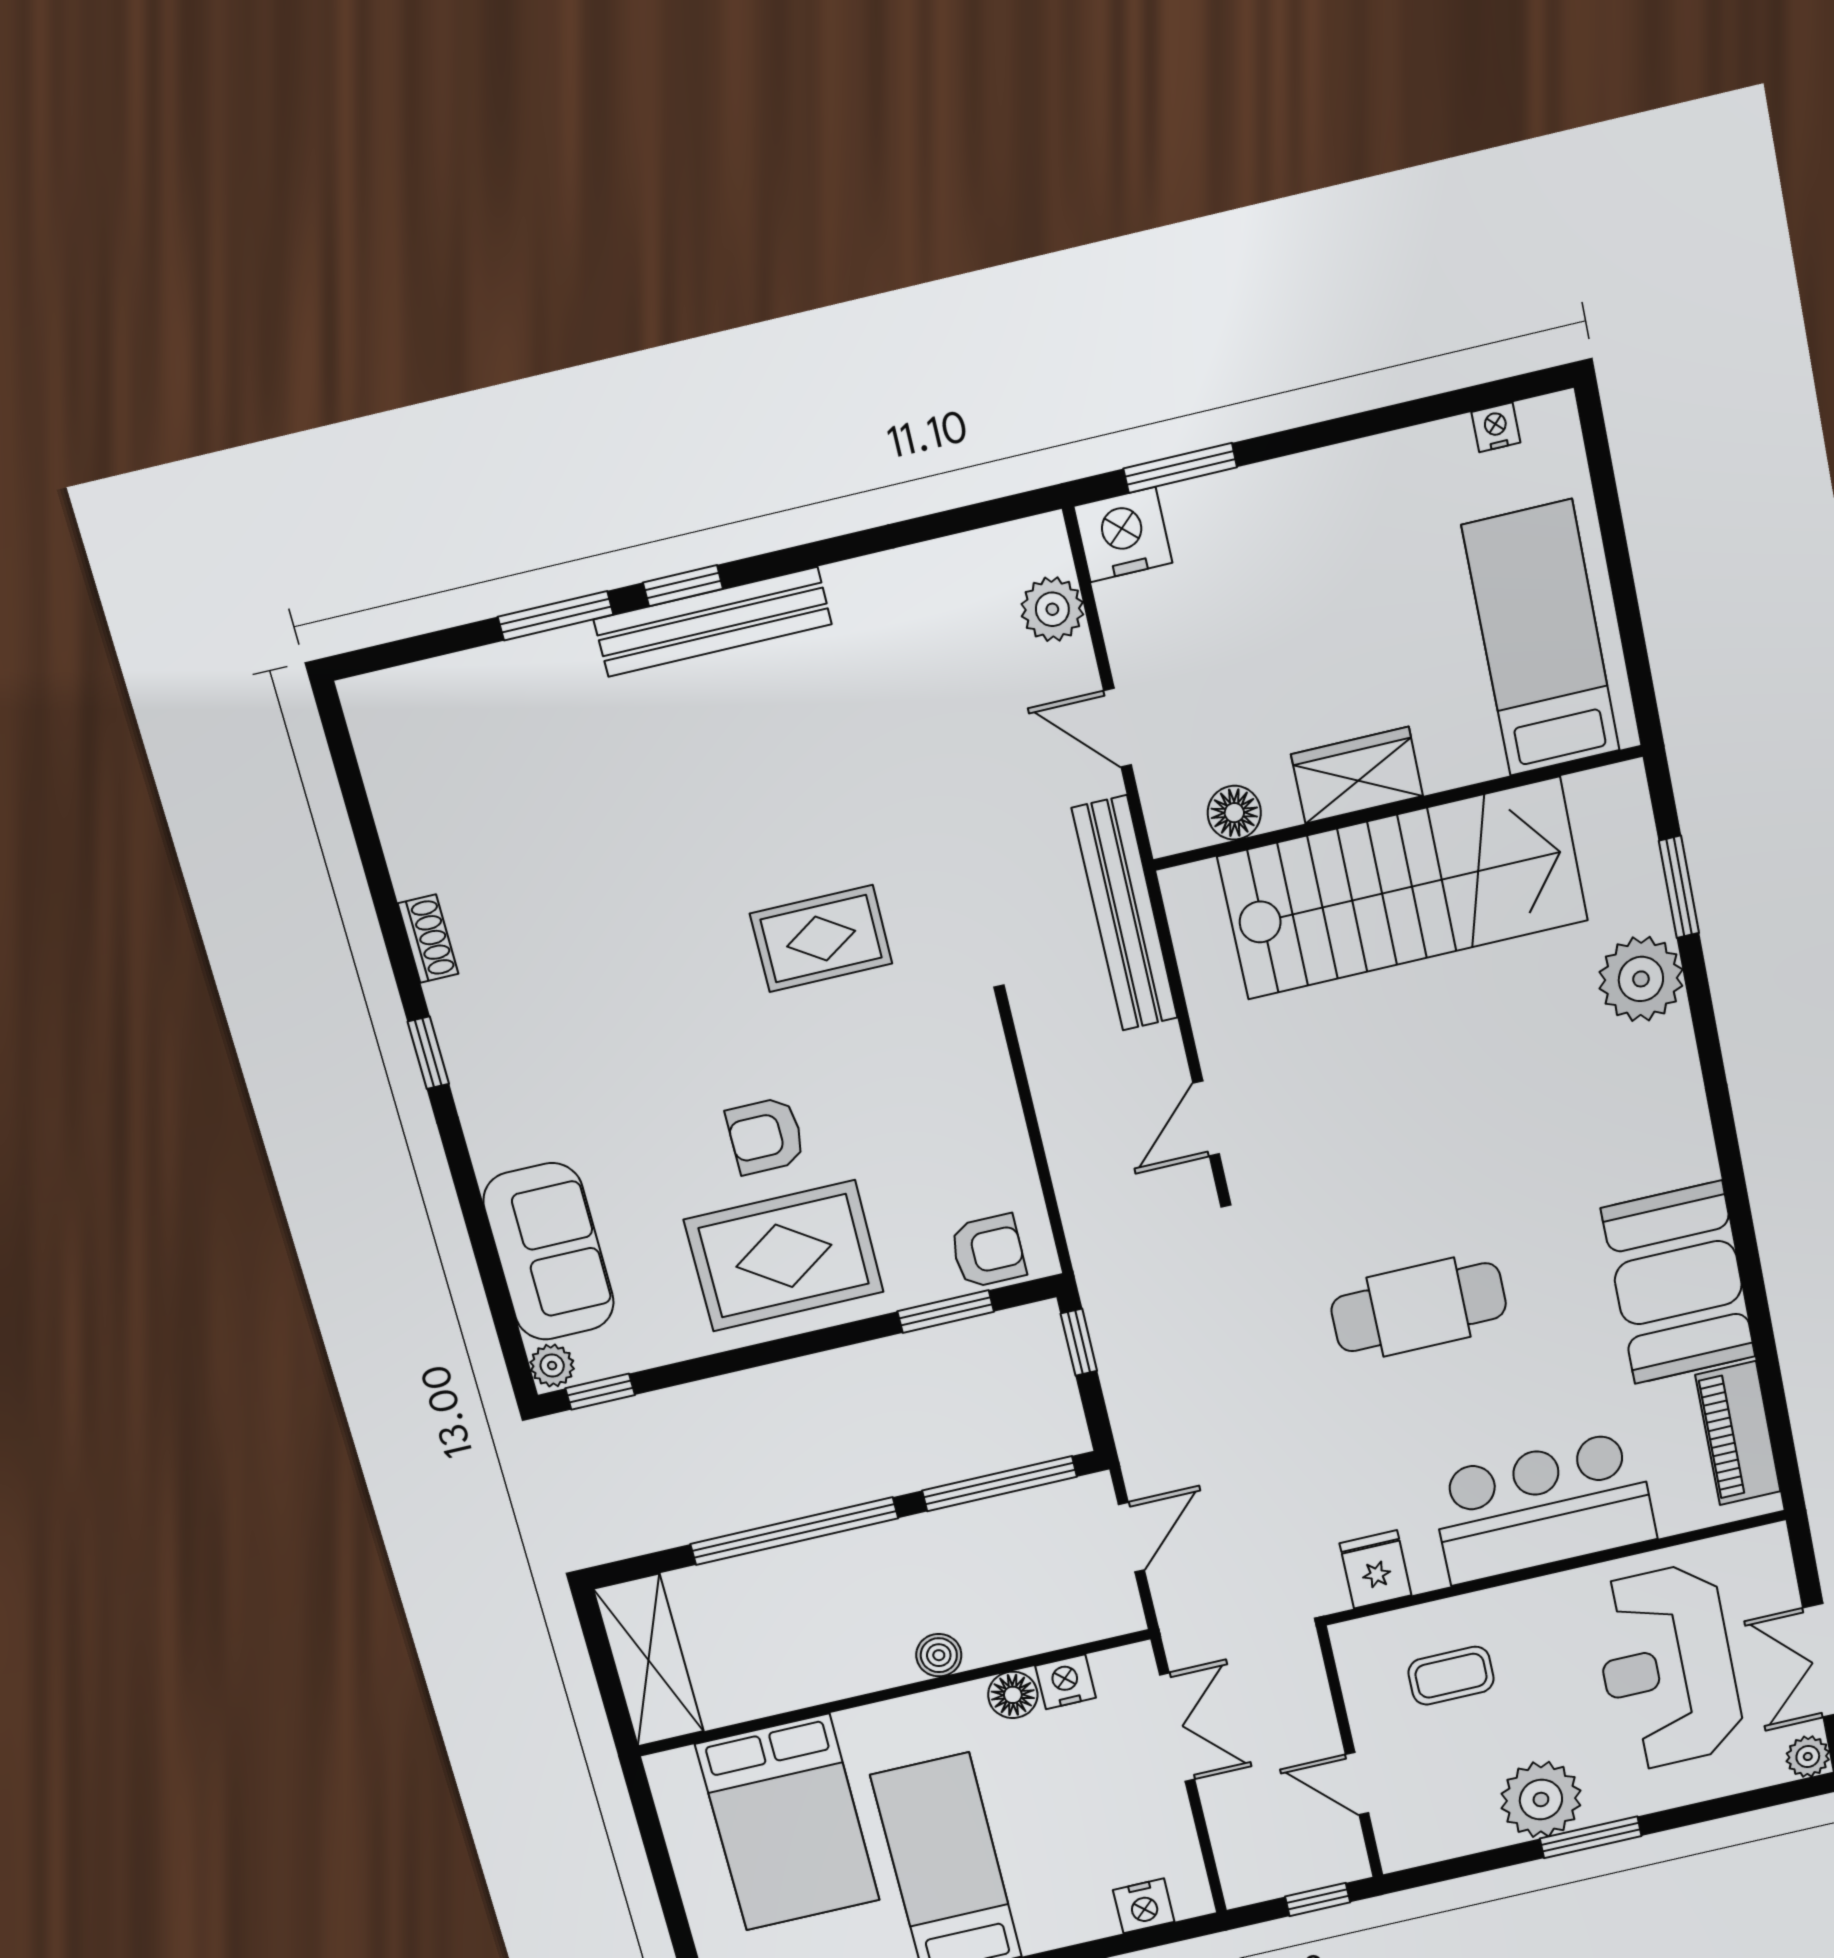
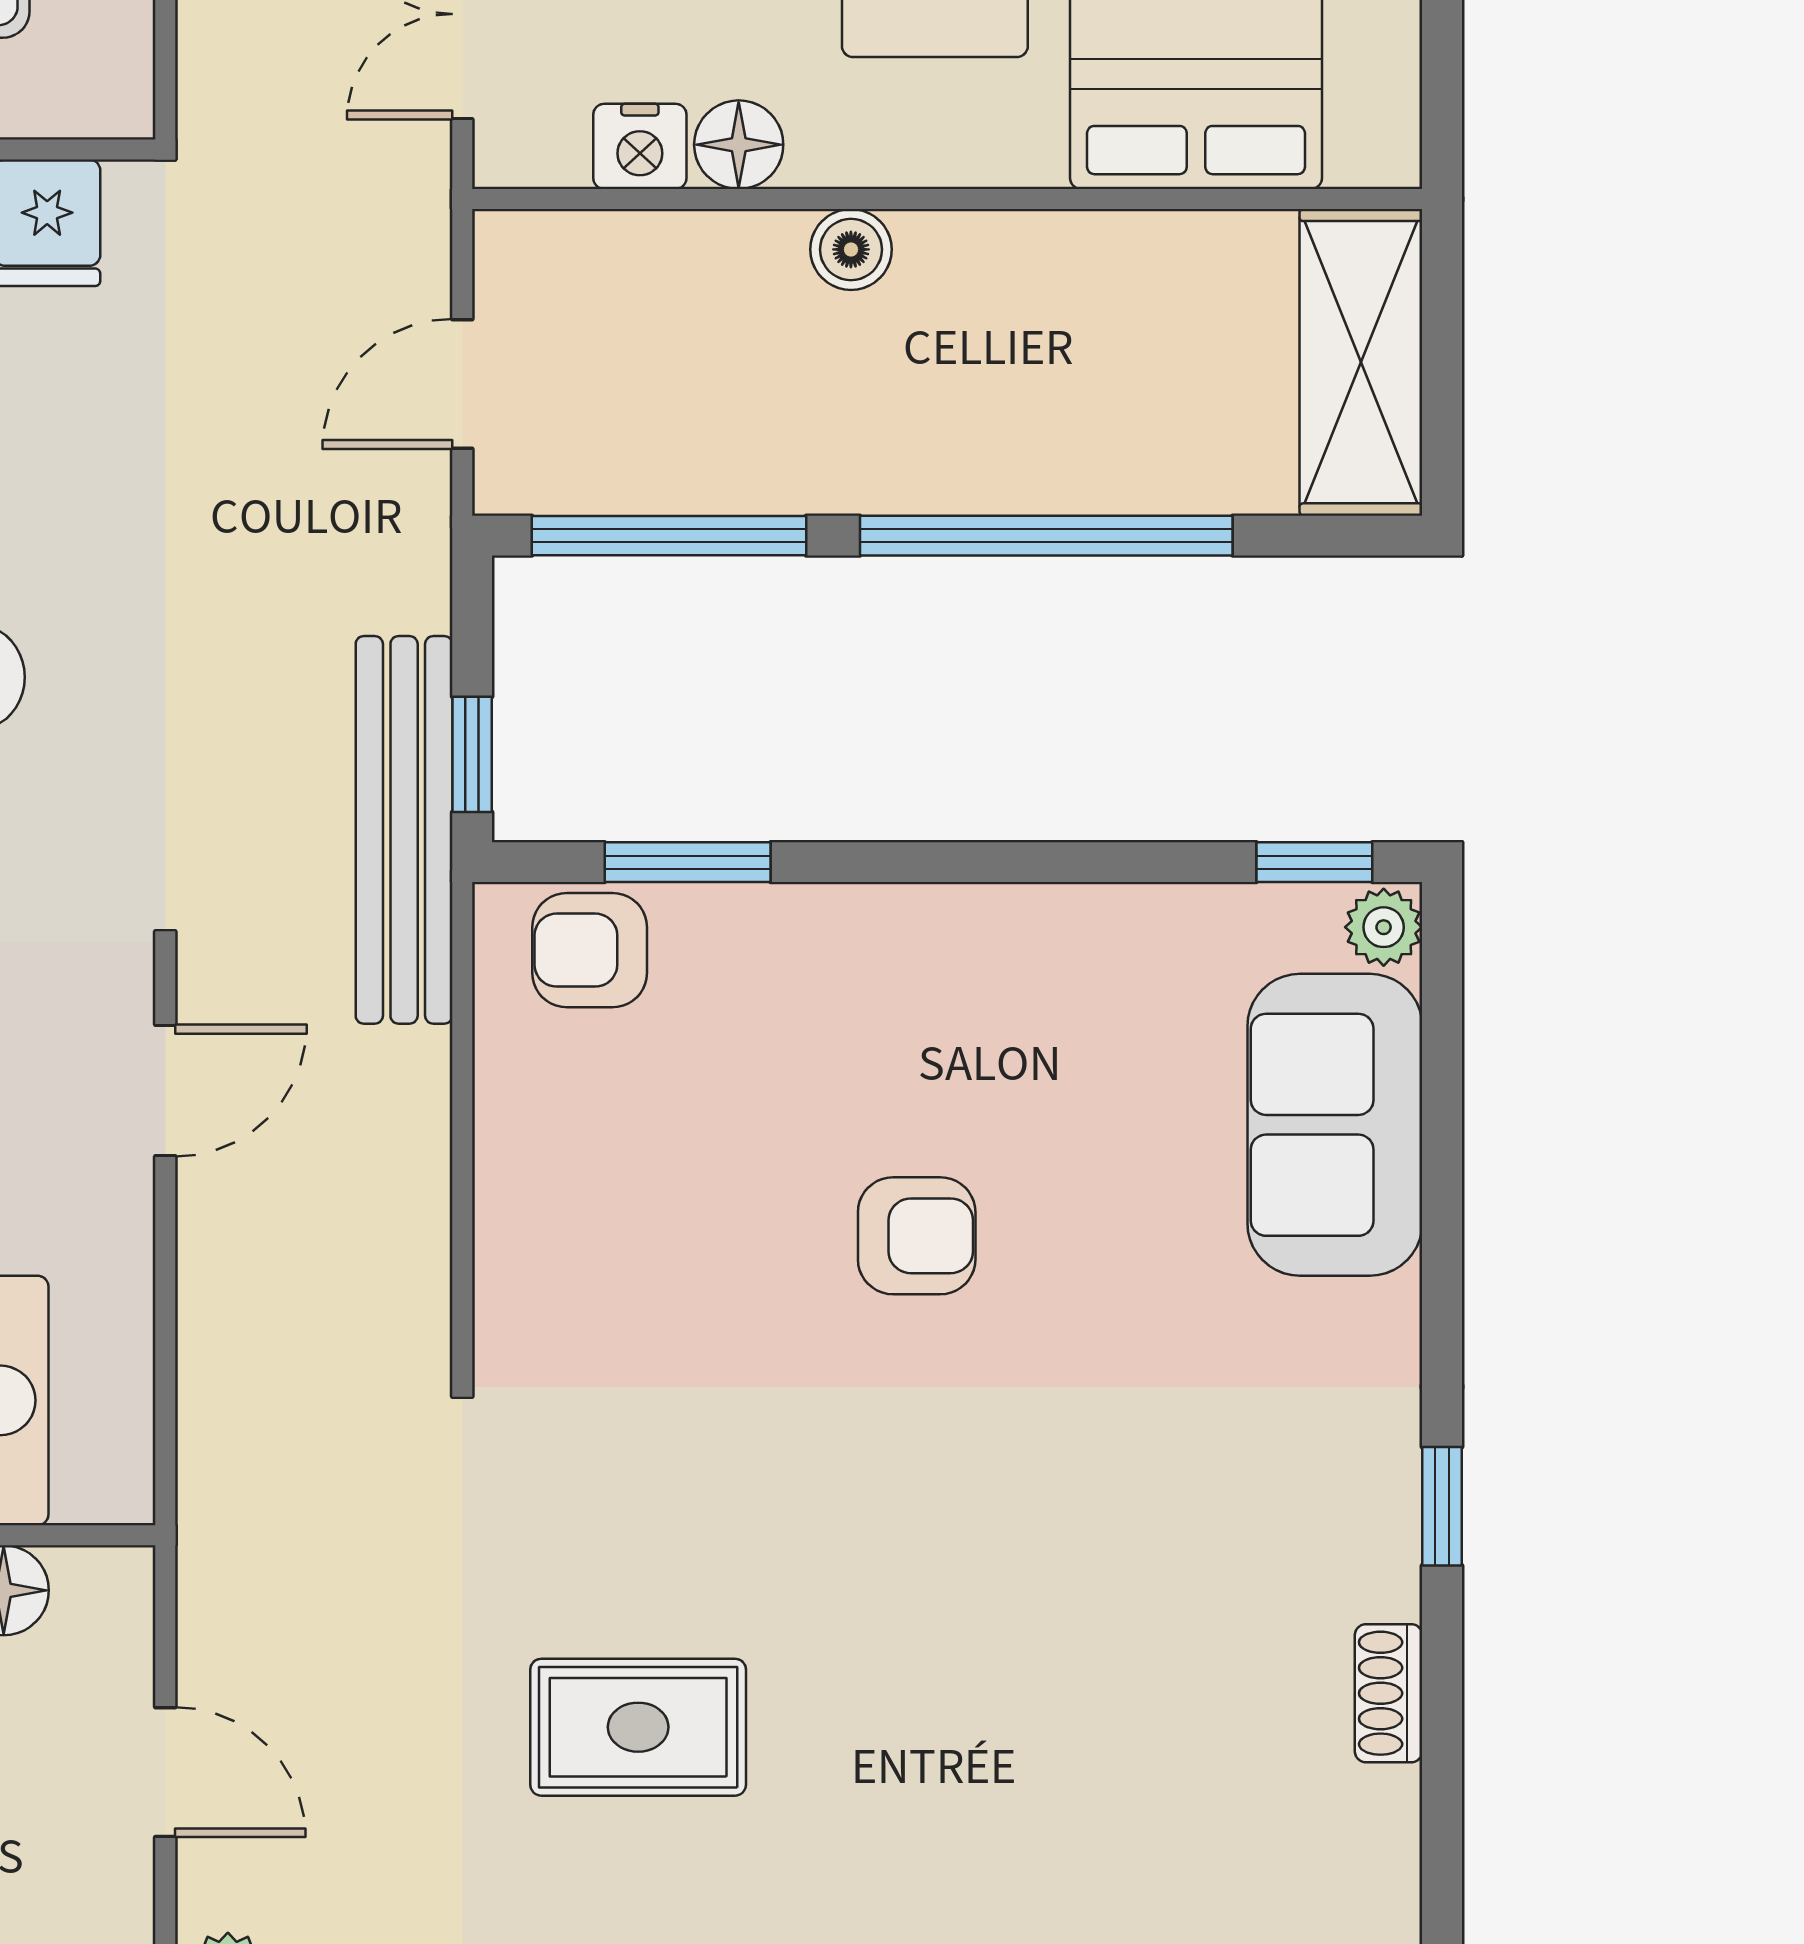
bench: (1125, 914) -> (404, 830), moved
rug: (821, 939) -> (638, 1727), moved
rug: (784, 1256) -> (939, 1024), removed

